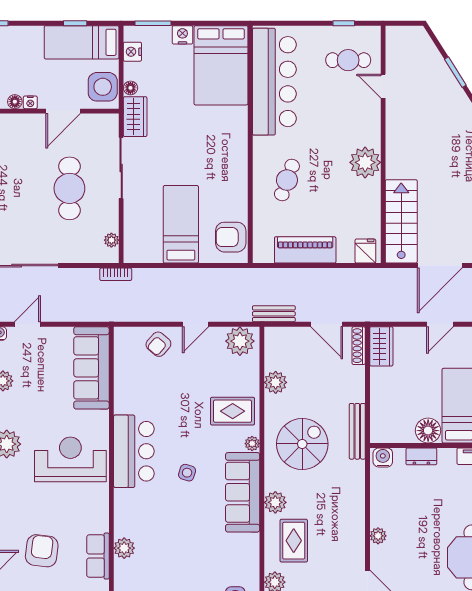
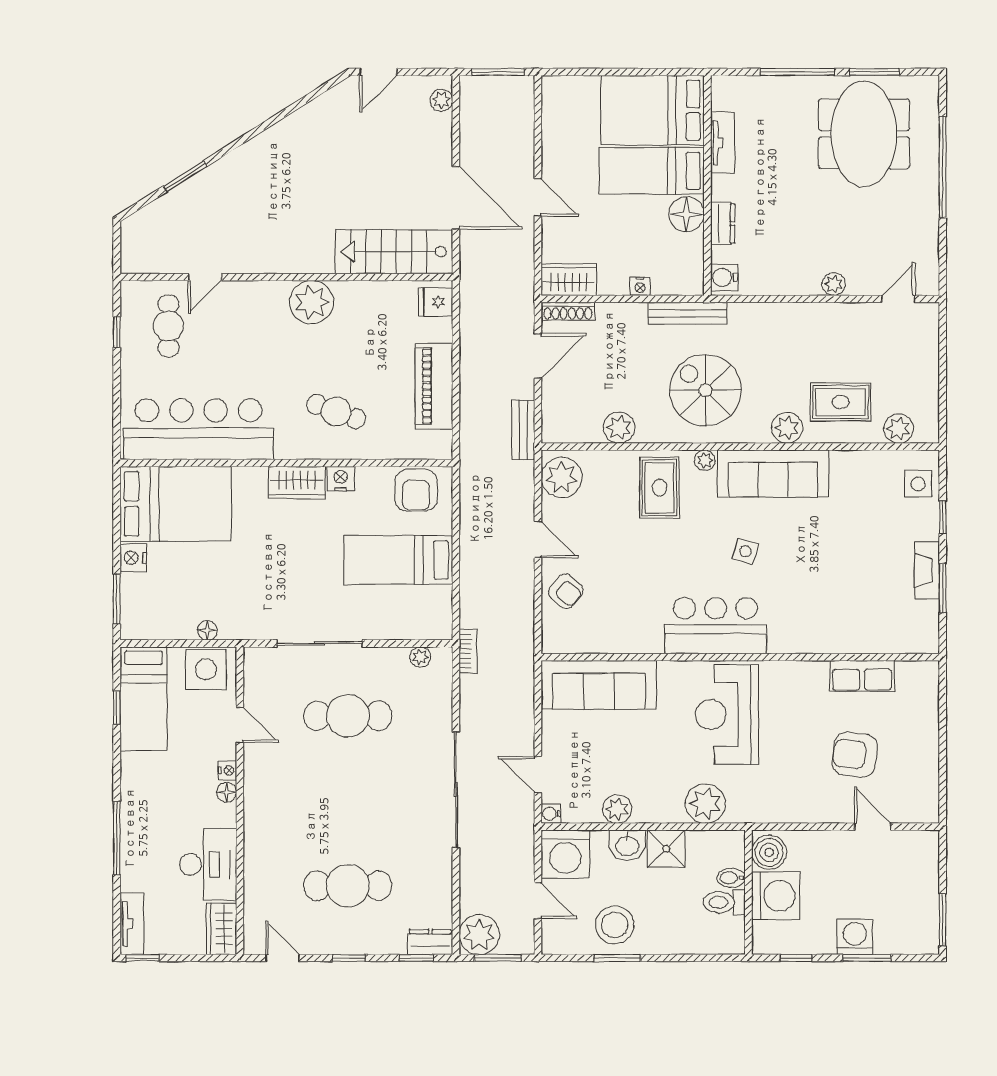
nightstand: (132, 52) -> (341, 479), moved, turned 180
door: (63, 111) -> (240, 725), width x0.73
wardrobe: (135, 117) -> (297, 483), moved, turned 180
nightstand: (377, 397) -> (640, 286), added
plant: (124, 548) -> (851, 639), removed

